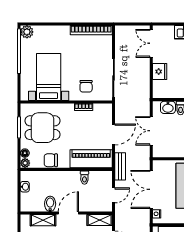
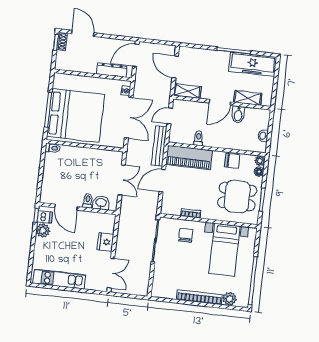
bookcase: (91, 30) -> (199, 297), moved
plant: (27, 32) -> (229, 299), moved
bench: (120, 166) -> (159, 146), width x1.36

